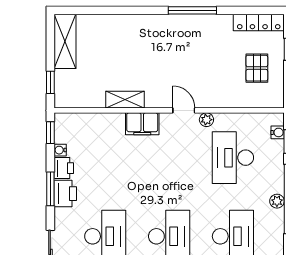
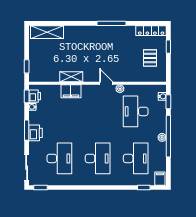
shelving: (65, 41) -> (47, 32), moved, turned 90
filing cabinet: (142, 124) -> (71, 91), moved
printer: (64, 168) -> (35, 96), moved

